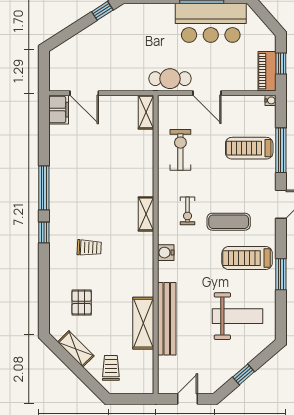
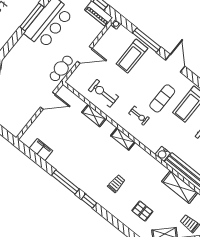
door: (84, 93) -> (48, 101), moved
filing cabinet: (59, 110) -> (41, 150), moved
shelving: (146, 112) -> (94, 116), moved
water cooler: (166, 253) -> (163, 154), moved

